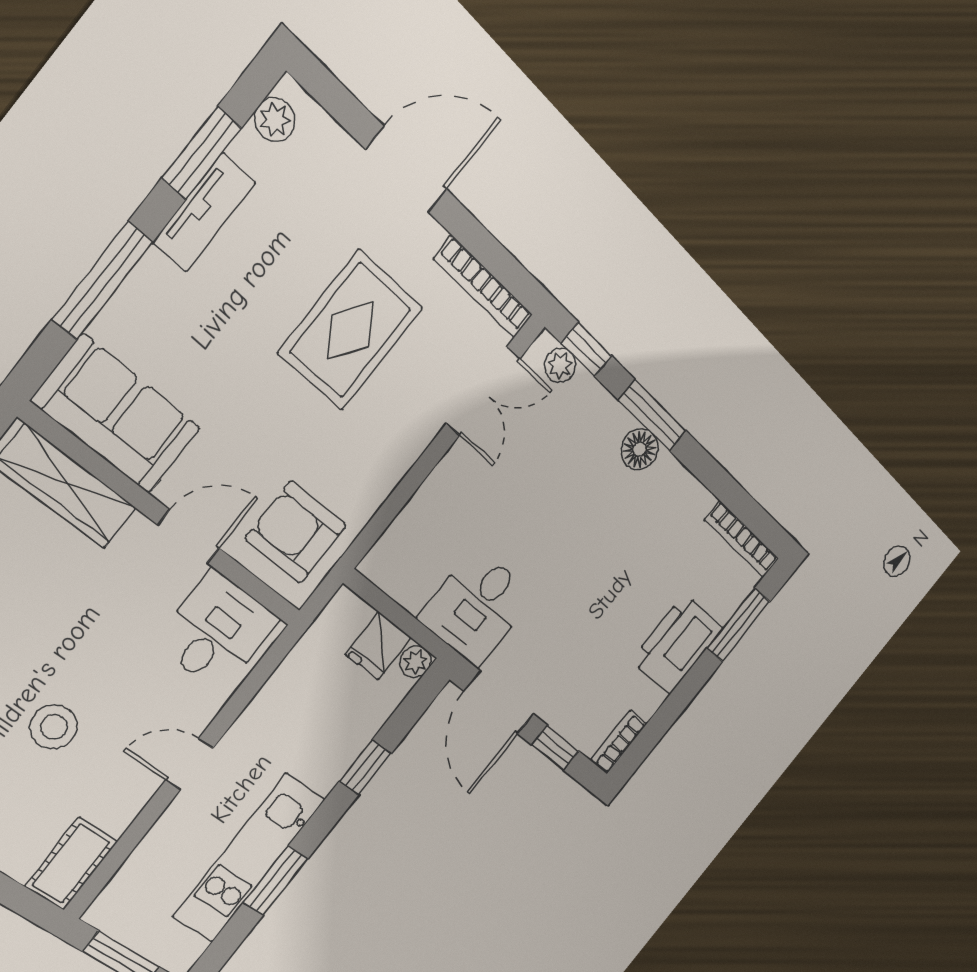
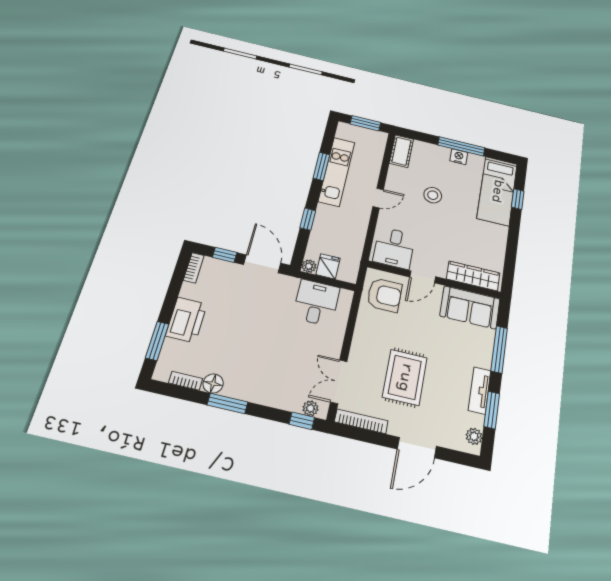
window: (652, 415) -> (227, 403), moved
floor lamp: (640, 449) -> (213, 384), moved
bookcase: (742, 539) -> (186, 381), width x0.64
desk: (477, 607) -> (316, 303), moved

